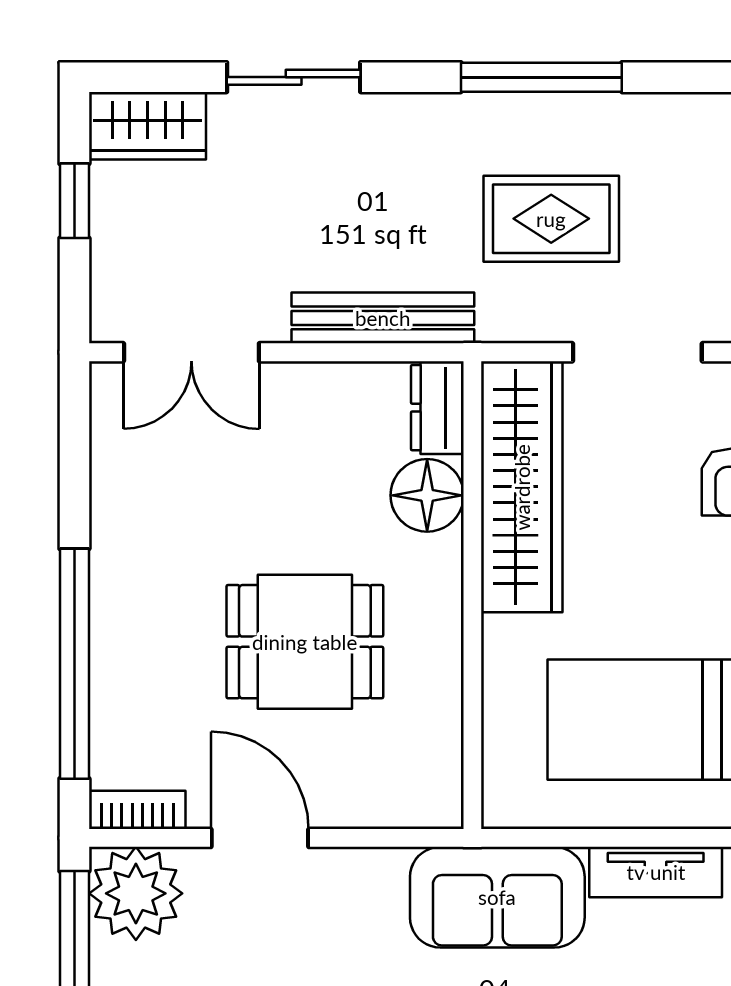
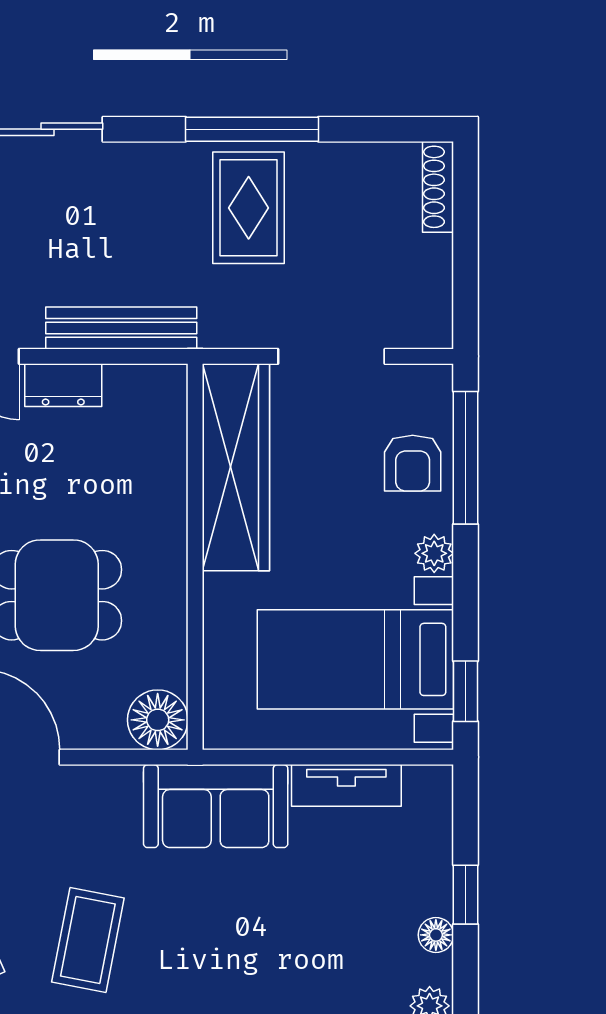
rug: (551, 219) -> (249, 208), moved, turned 90
dresser: (437, 408) -> (63, 385), moved, turned -90
floor lamp: (427, 495) -> (158, 720), moved

